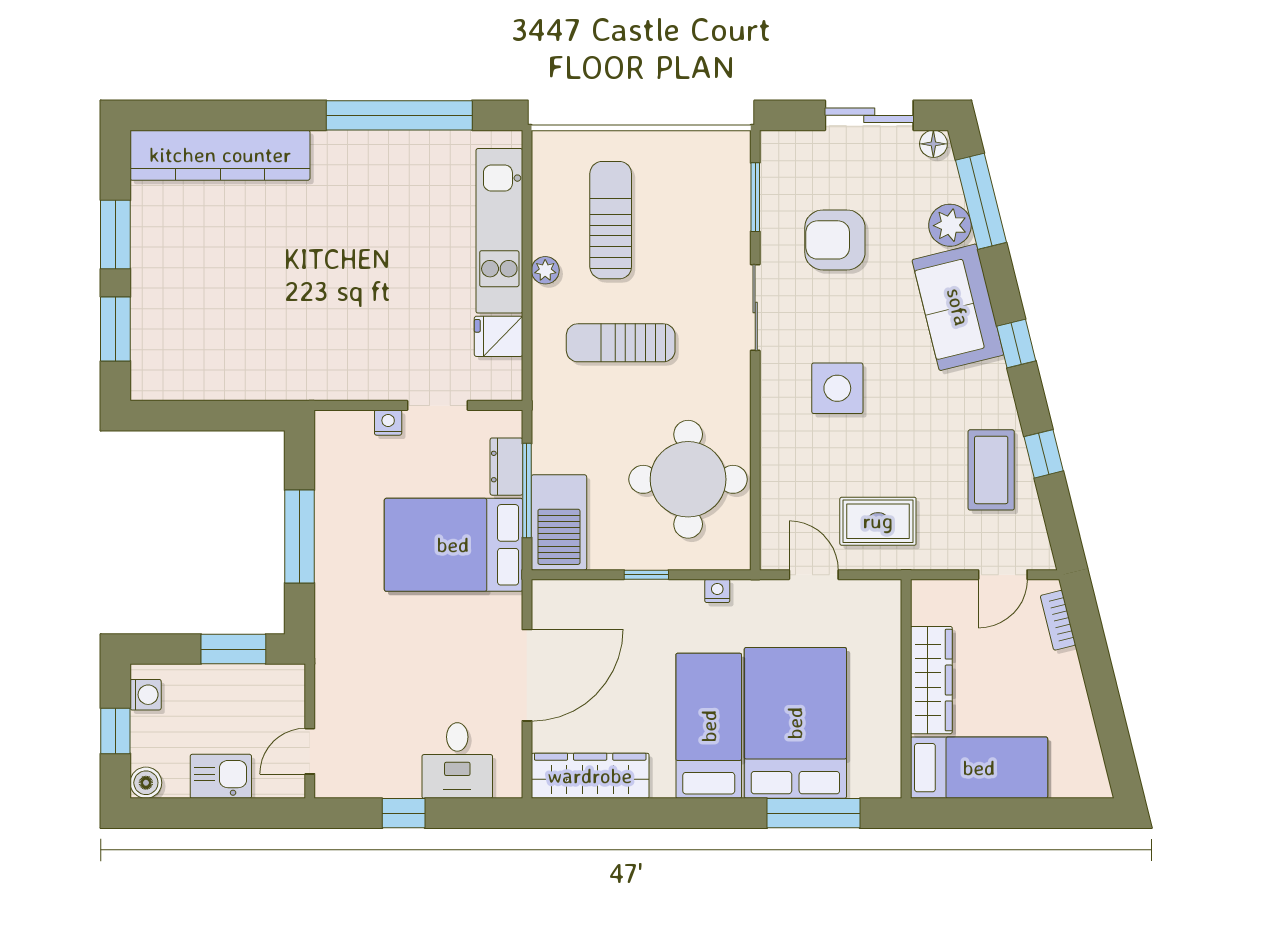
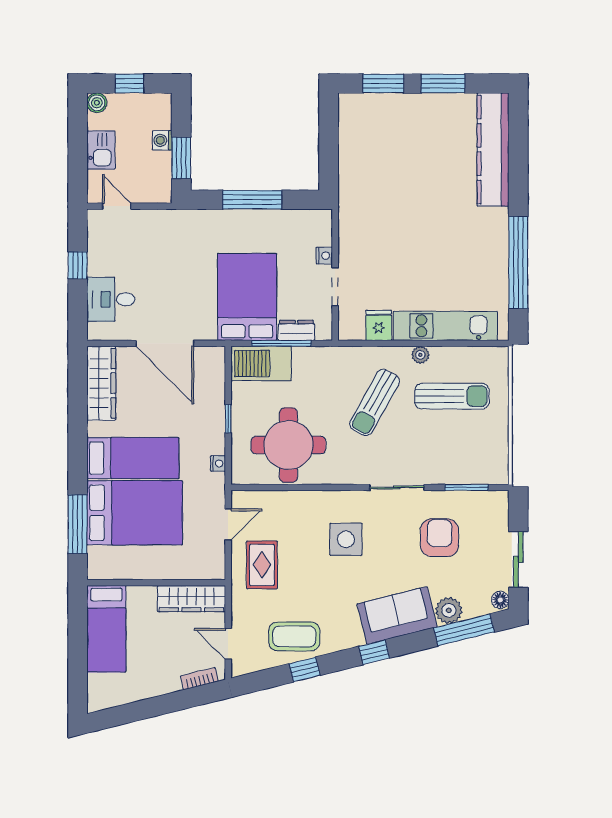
sun lounger: (621, 343) -> (375, 402), turned -151
wardrobe: (931, 680) -> (191, 599), moved
washing machine: (146, 695) -> (162, 140), moved, turned 90

